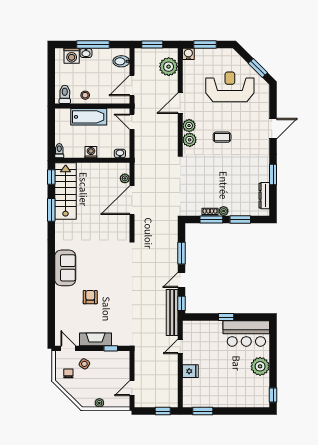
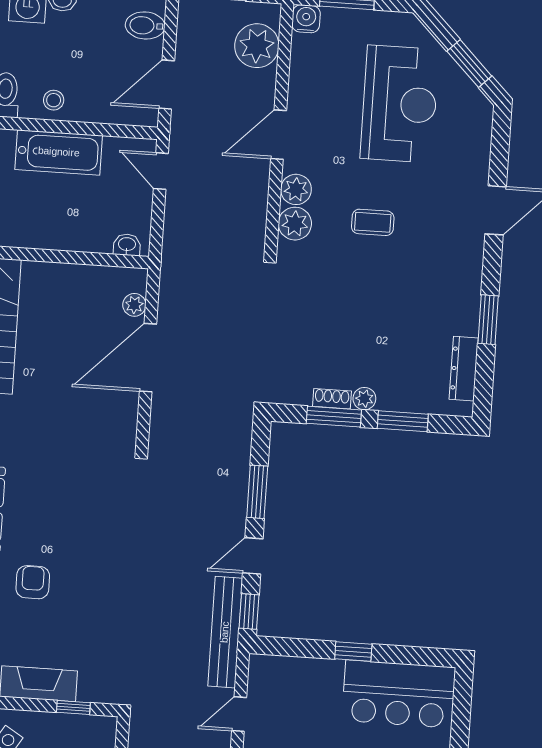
reception desk: (230, 87) -> (400, 104), turned 90
washing machine: (91, 152) -> (58, 237), removed

